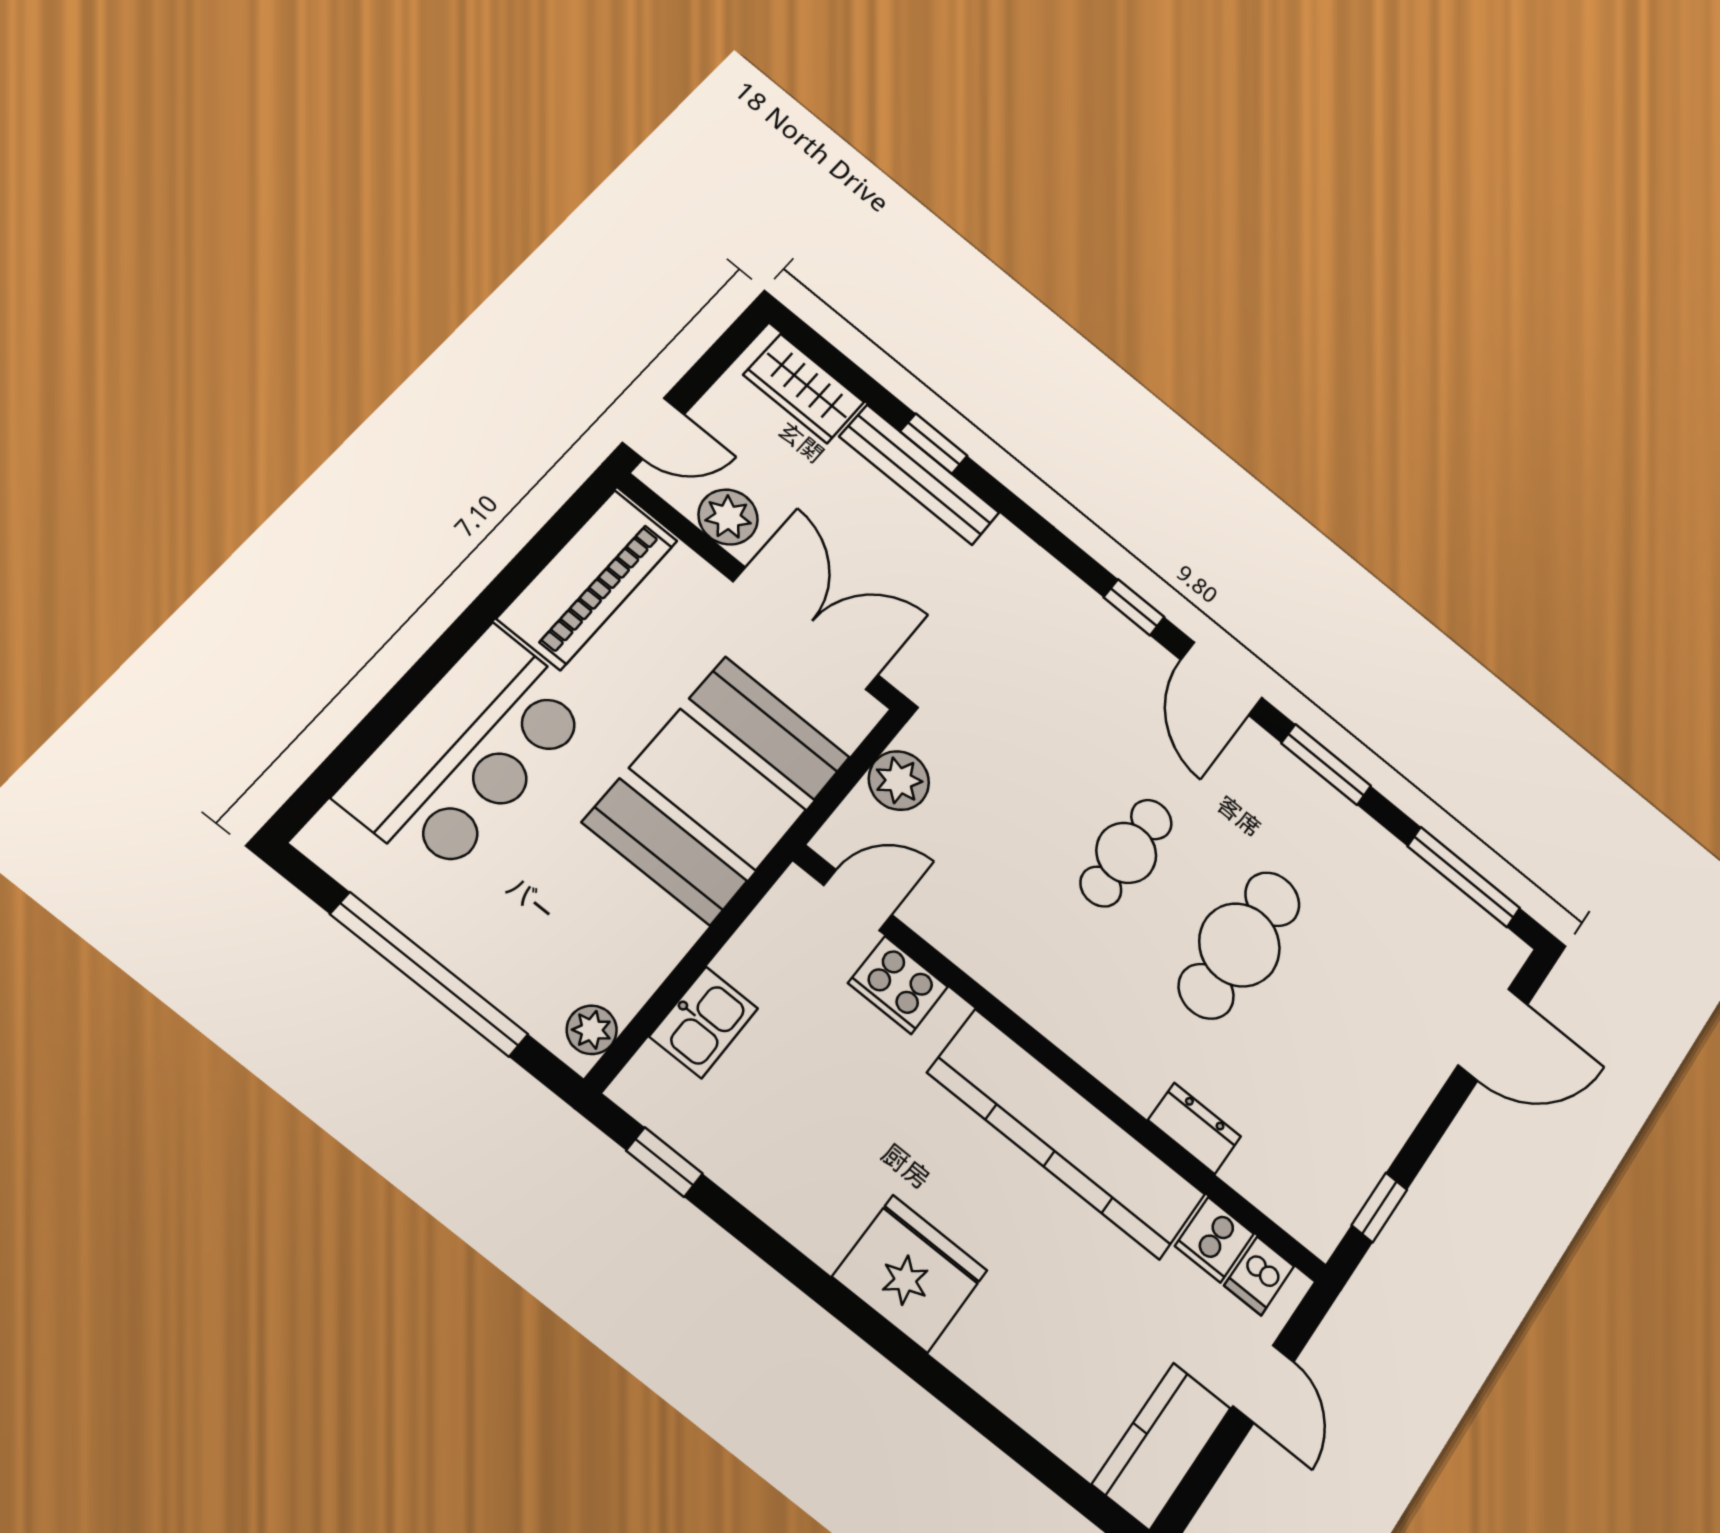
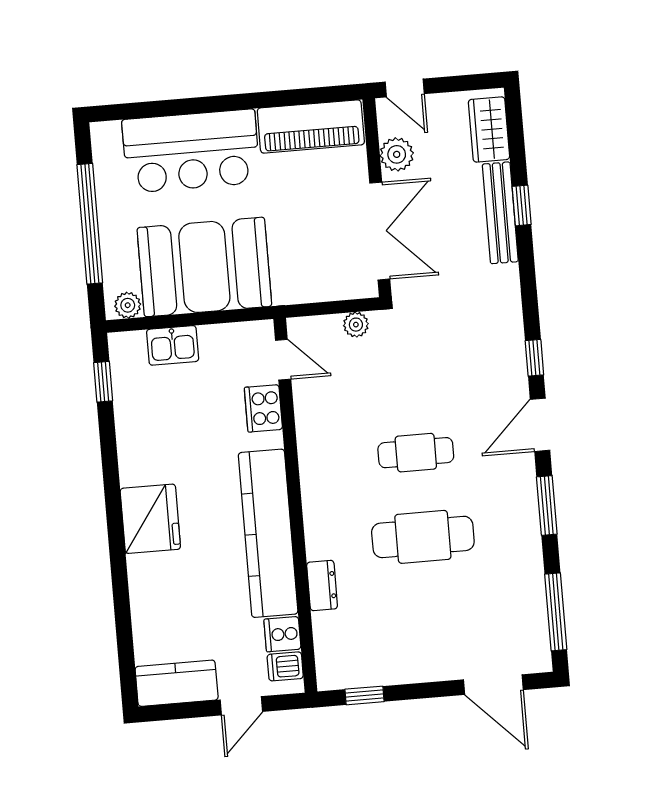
plant: (899, 781) -> (356, 325), width x0.73, depth x0.73
booth: (718, 789) -> (204, 267), moved

